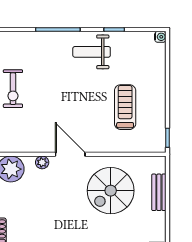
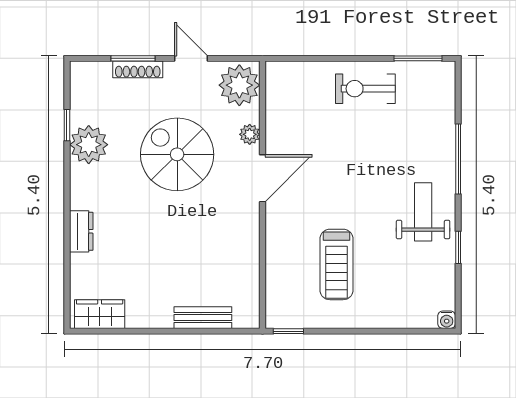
treadmill: (125, 107) -> (336, 264), turned 90
spiral stairs: (111, 191) -> (177, 154), moved

